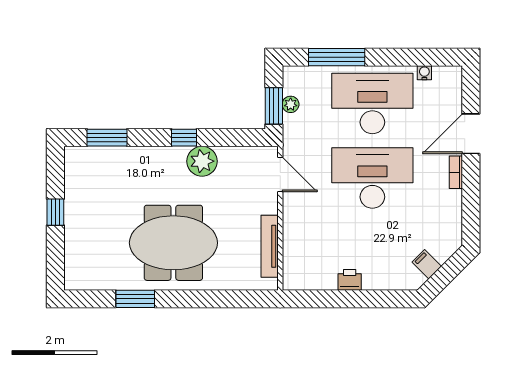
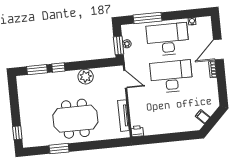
window: (184, 138) -> (58, 67), moved
window: (55, 212) -> (17, 133), moved
printer: (350, 280) -> (137, 131), moved

